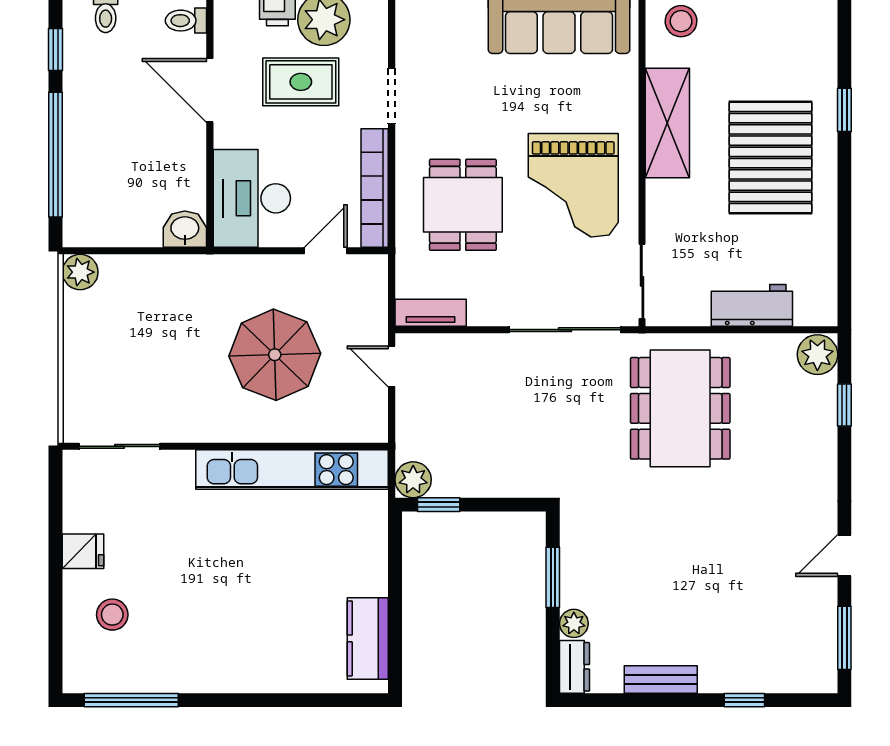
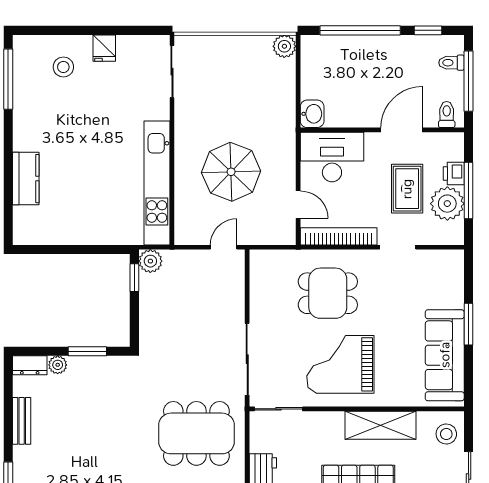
tv unit: (431, 313) -> (258, 272), removed
kitchen counter: (368, 638) -> (26, 179), moved, turned 90

